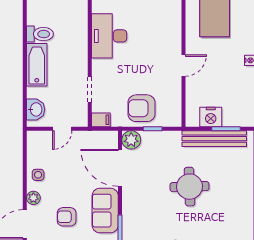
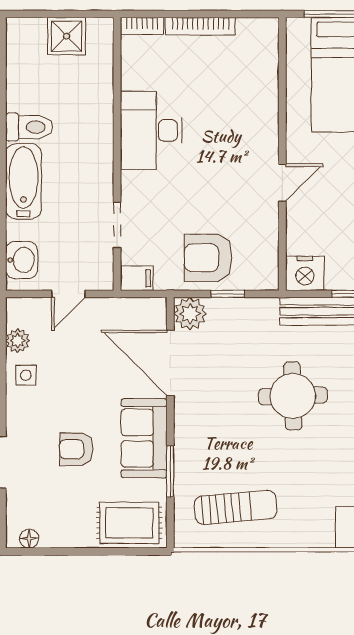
nightstand: (211, 117) -> (305, 273), moved
plant: (33, 198) -> (18, 341), moved

